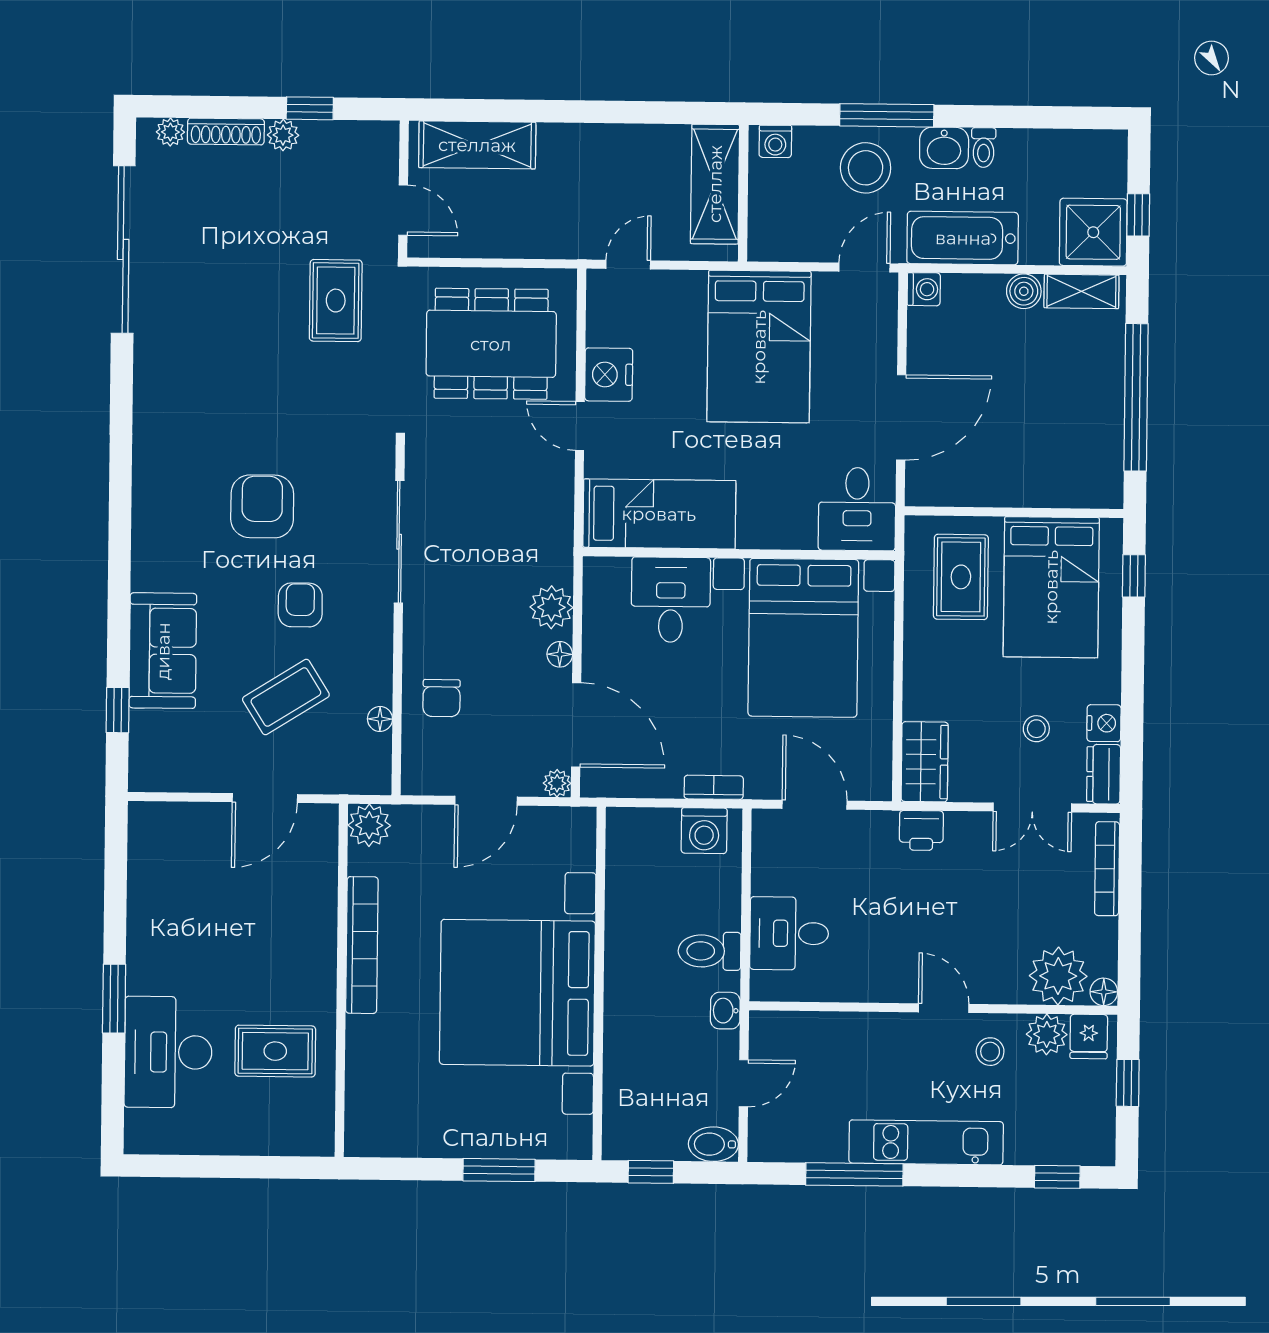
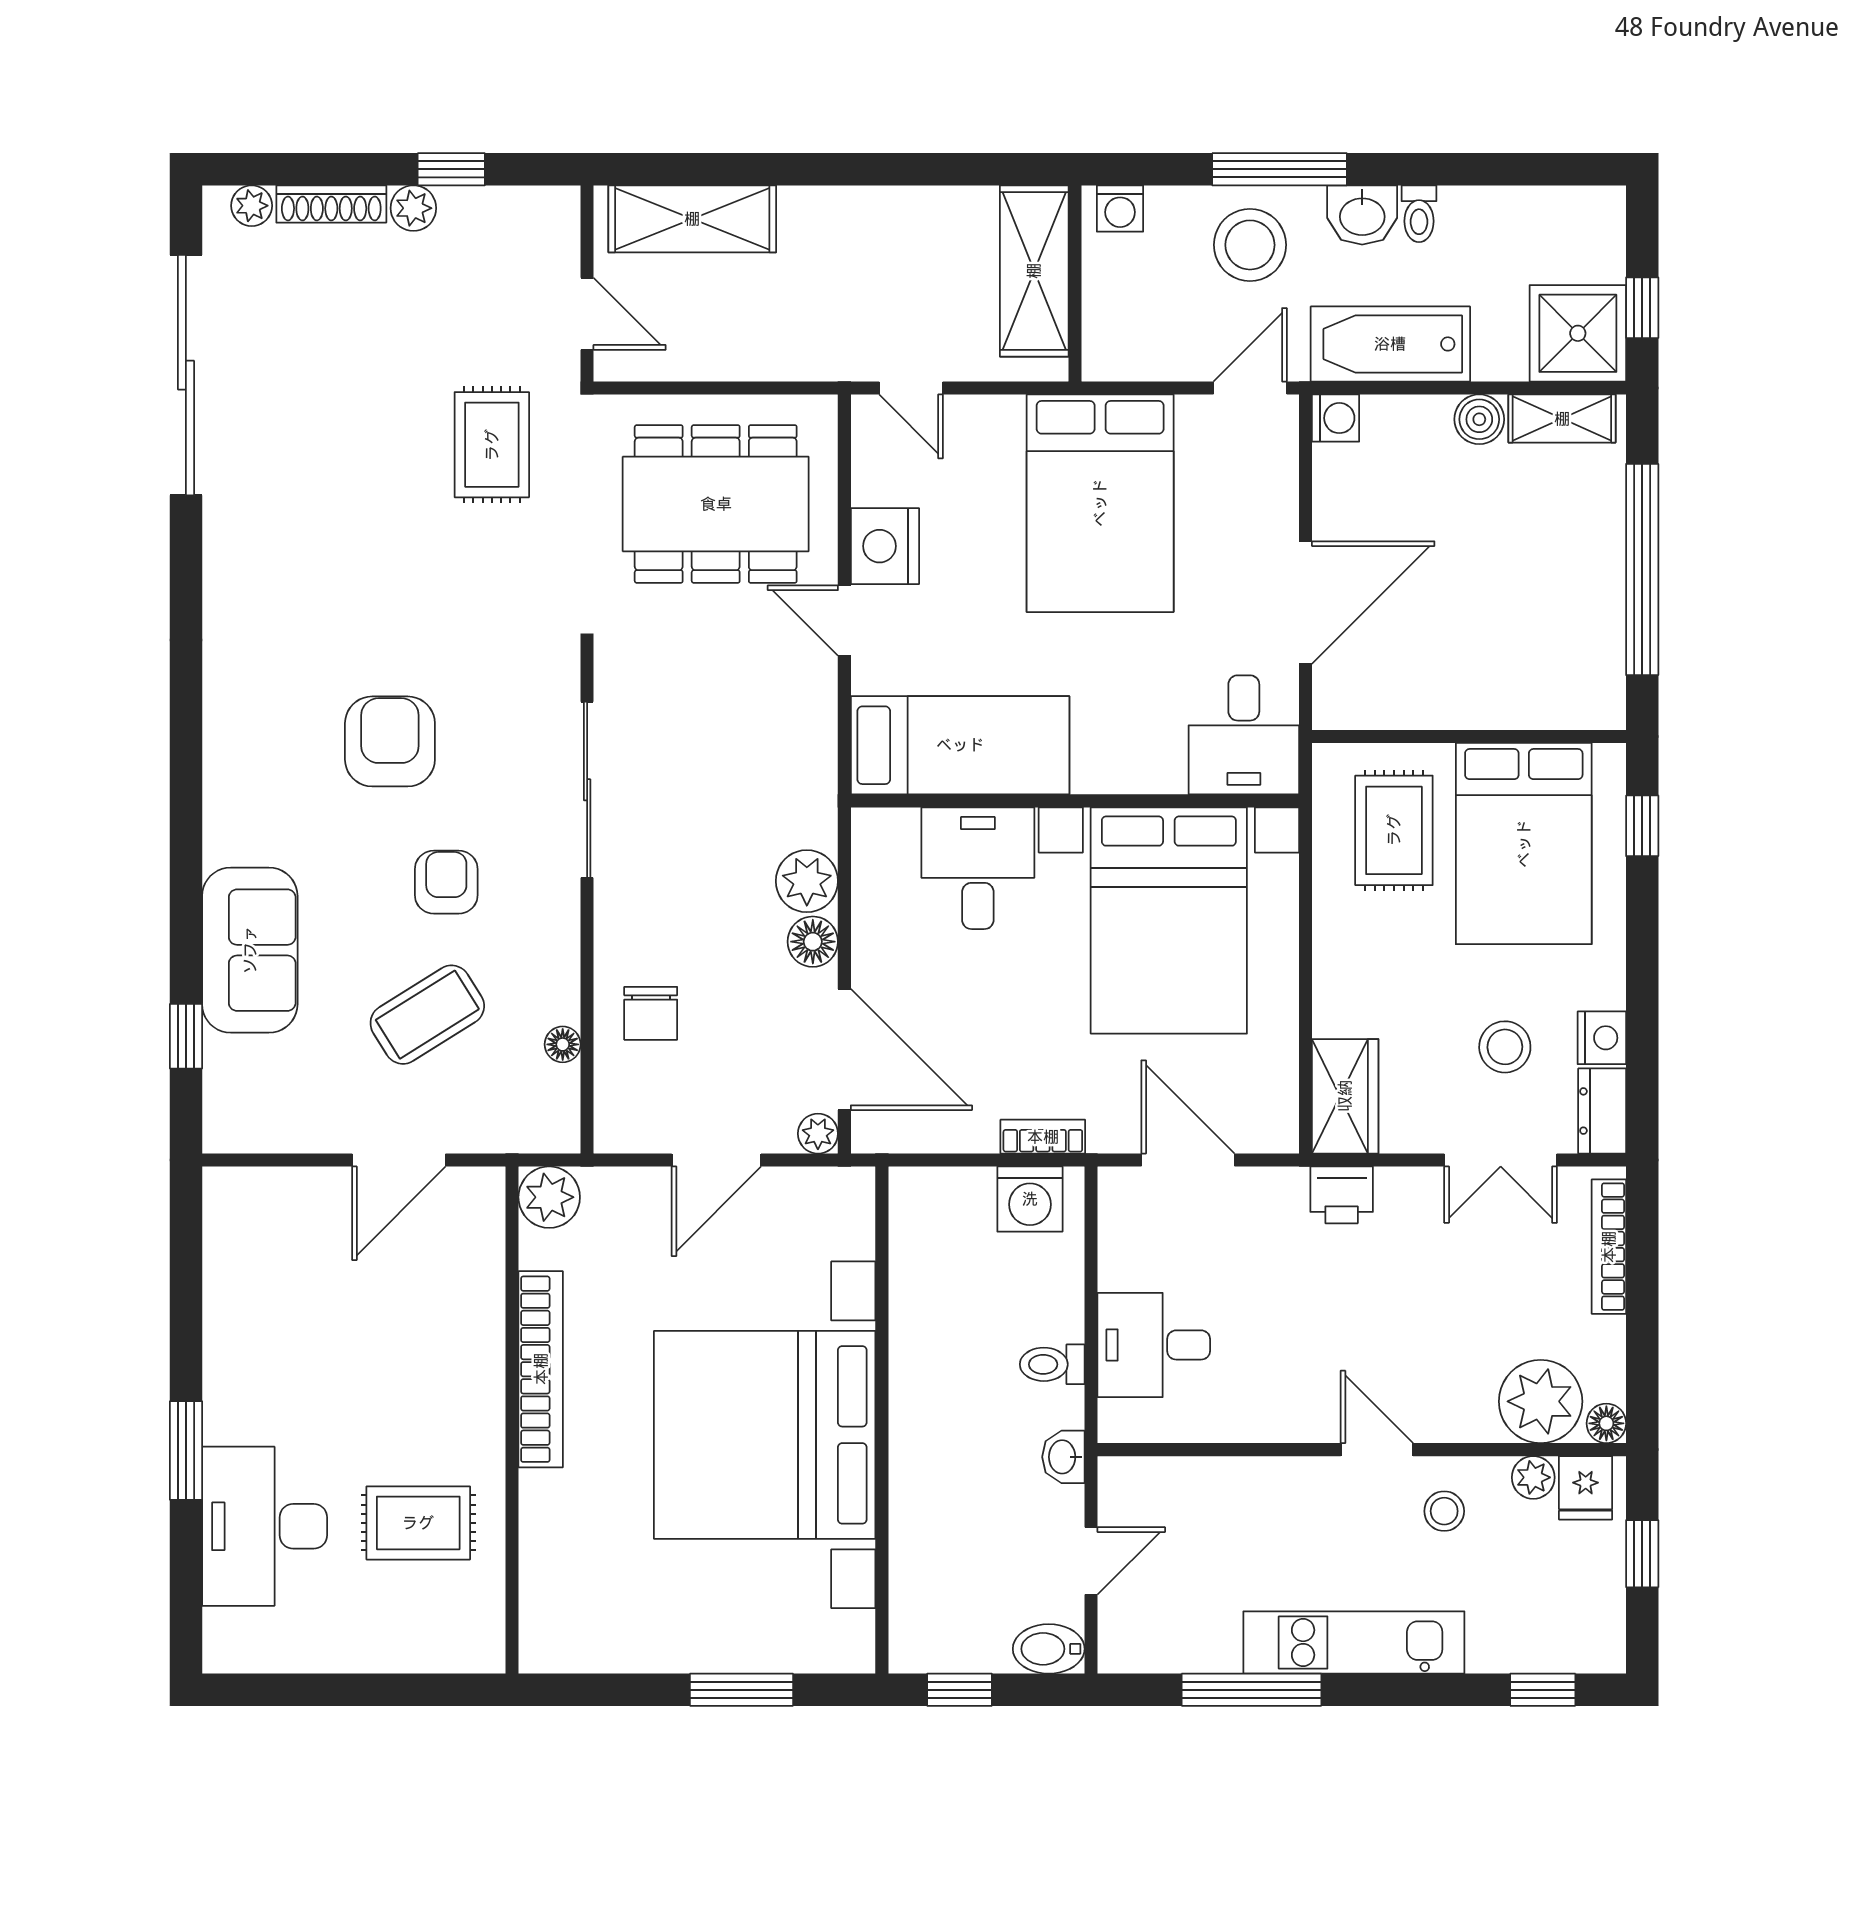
door: (628, 265) -> (911, 388), swing flipped
floor lamp: (560, 654) -> (813, 942), width x1.37, depth x1.37
stool: (1036, 729) -> (1505, 1047), width x1.37, depth x1.37
toilet: (709, 951) -> (1052, 1364), width x0.73, depth x0.72
plant: (1047, 1034) -> (1533, 1477), width x0.73, depth x0.73

